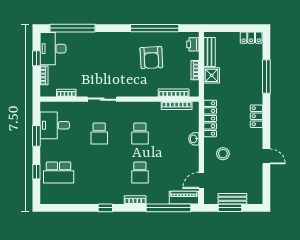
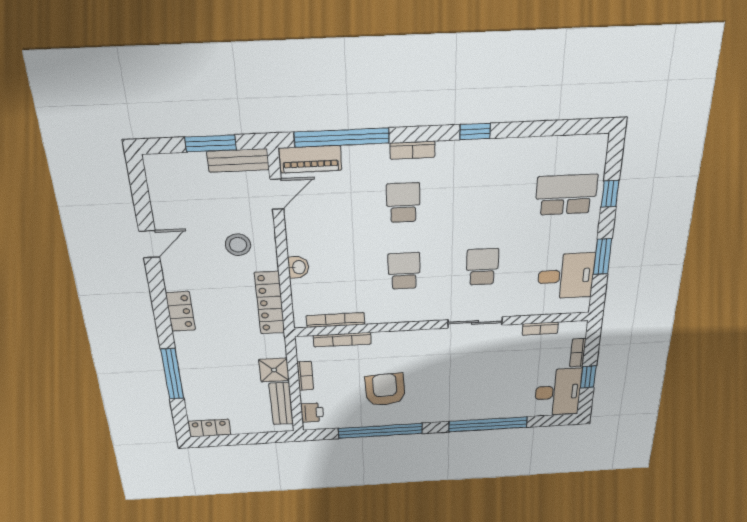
window: (72, 28) -> (488, 424), moved
door: (266, 156) -> (149, 244), swing flipped
bench: (232, 199) -> (238, 161), moved

